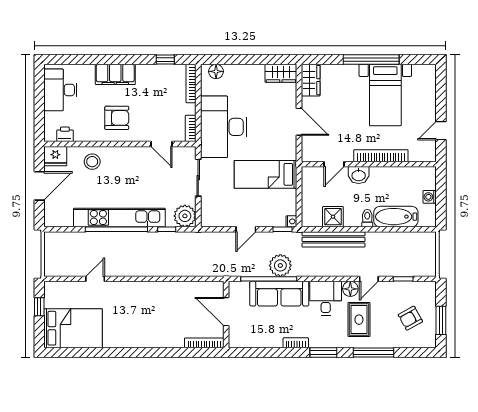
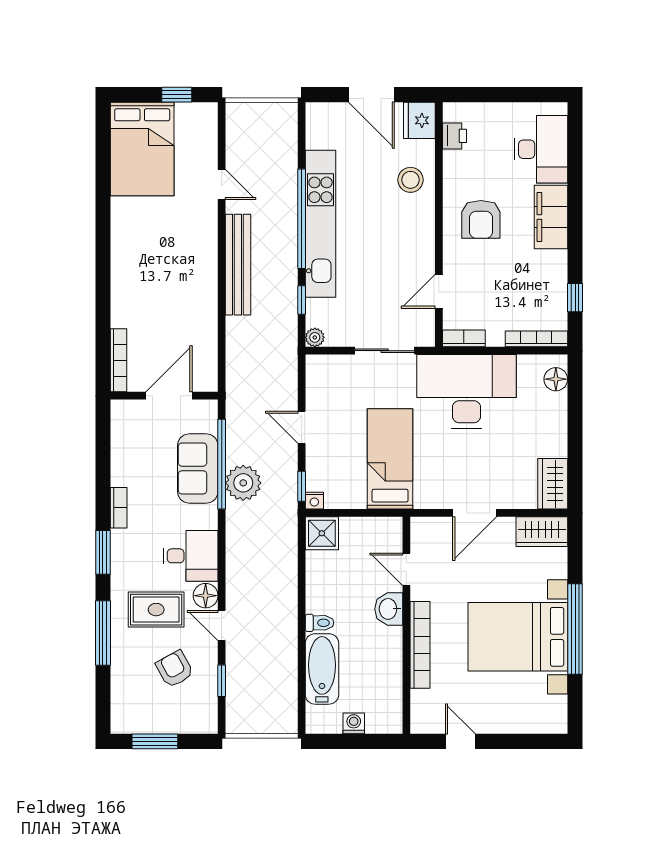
desk: (60, 90) -> (541, 149), moved, turned 90
bed with nightstands: (385, 95) -> (518, 637), width x1.36
plant: (185, 216) -> (315, 337), width x0.53, depth x0.53
shower: (333, 217) -> (322, 533), moved
bench: (334, 239) -> (238, 265), moved
sofa: (279, 294) -> (198, 468), width x0.73
armchair: (410, 318) -> (175, 669), moved

